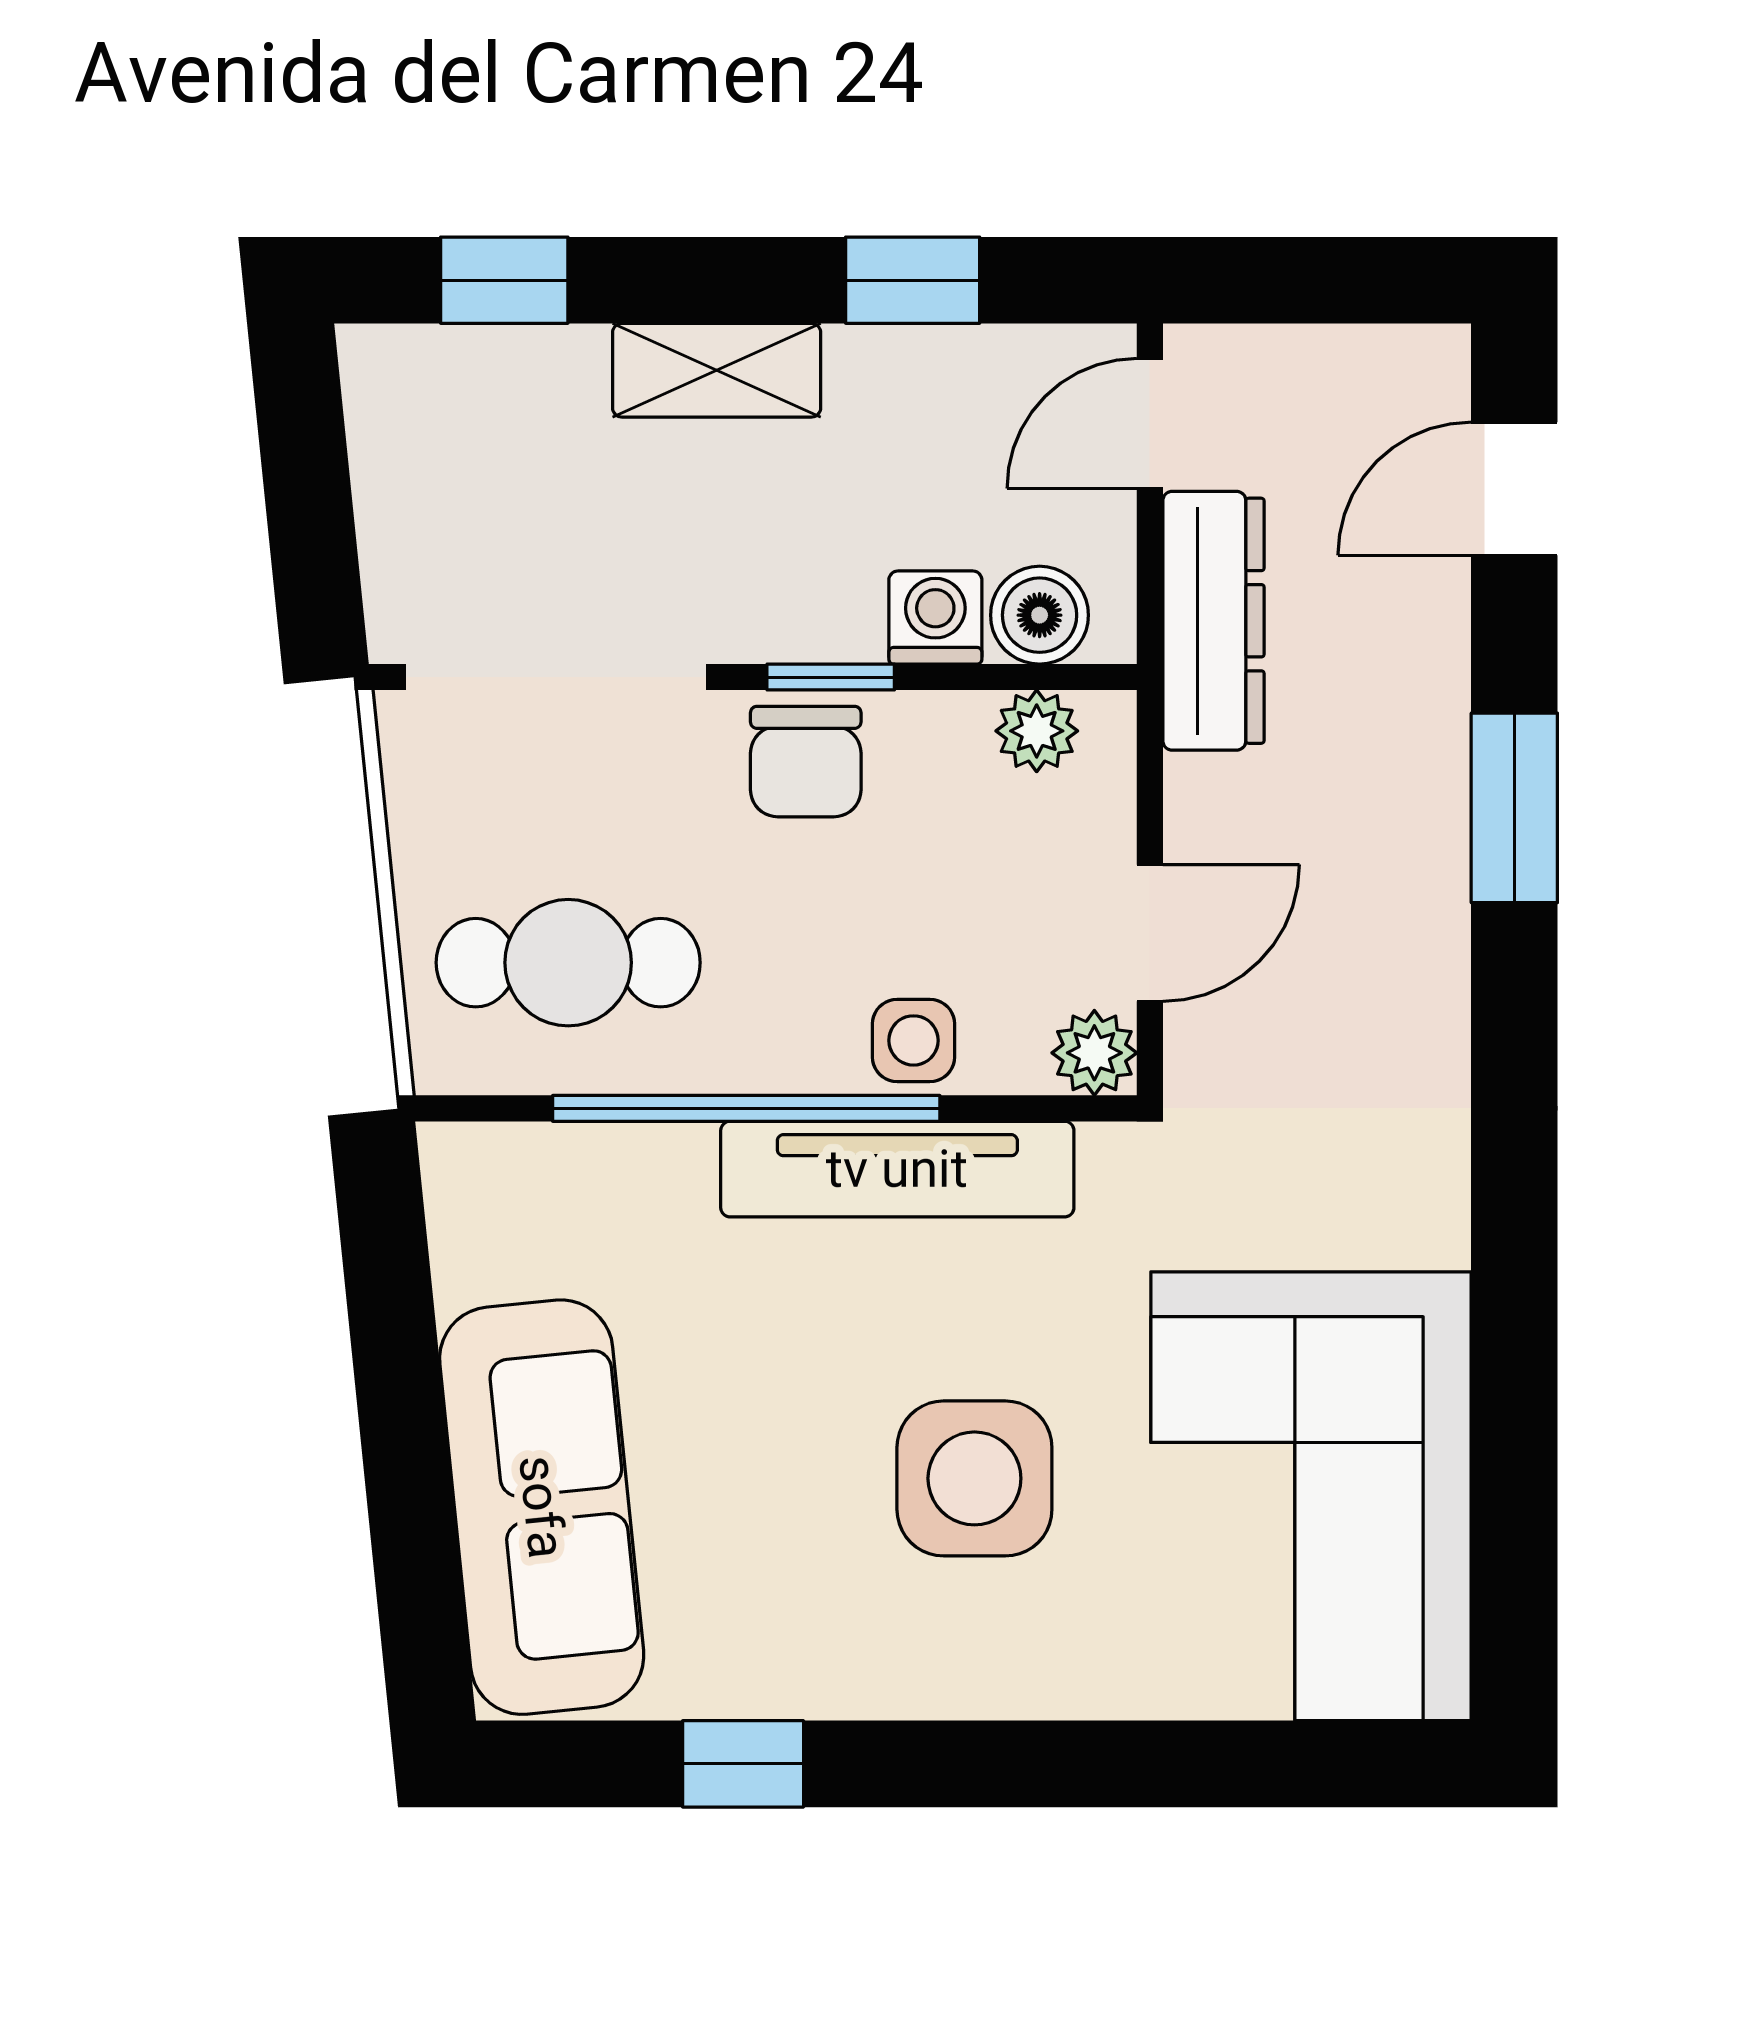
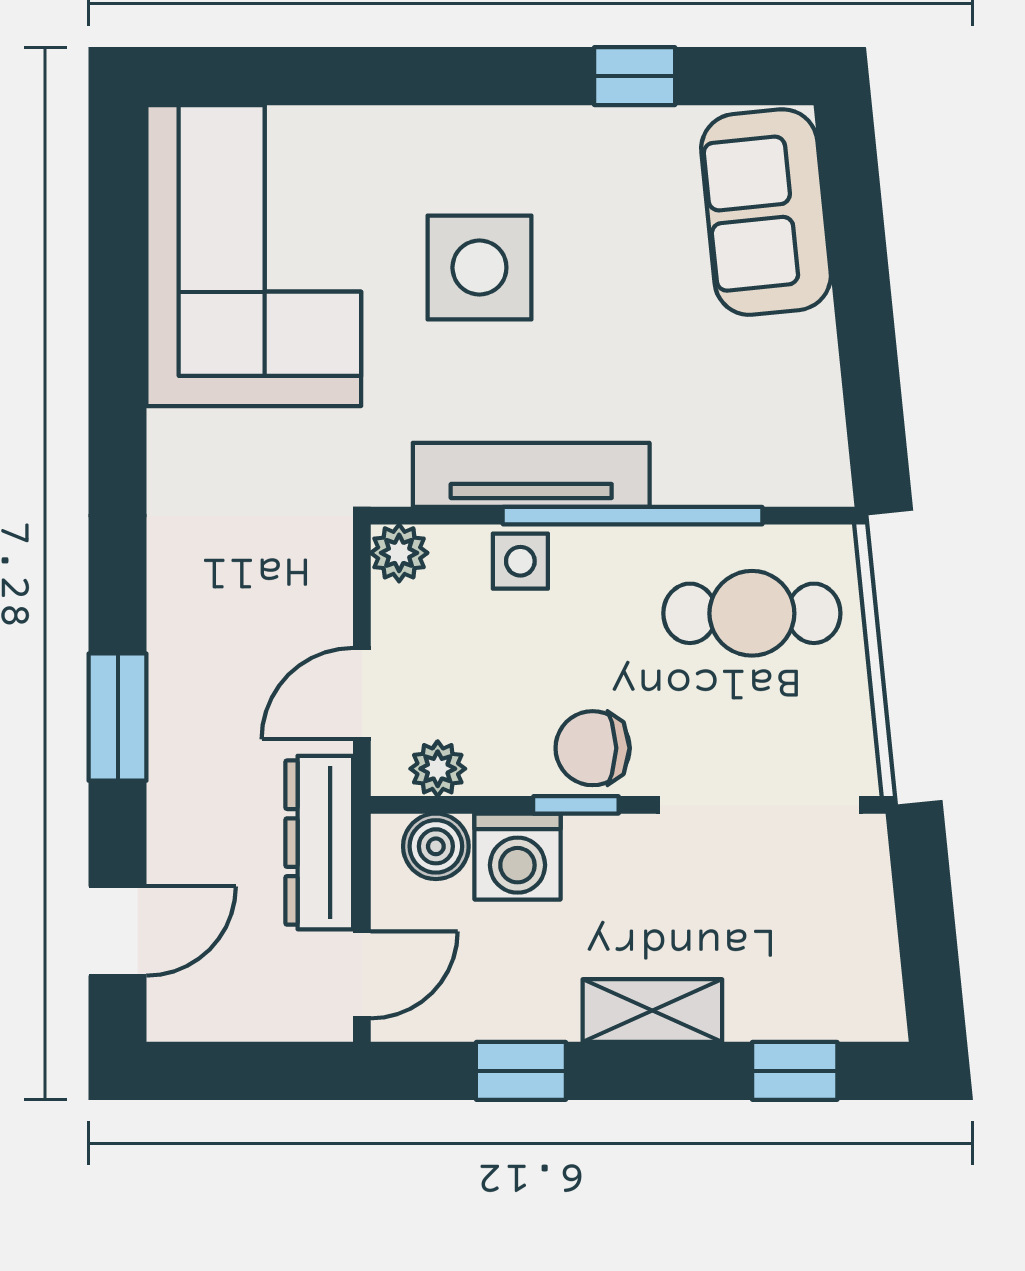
washing machine: (935, 617) -> (517, 857), width x1.38, depth x1.38
chair: (806, 762) -> (593, 748), turned -90
door: (1150, 933) -> (362, 694), moved
sofa: (542, 1507) -> (766, 212), width x0.73

